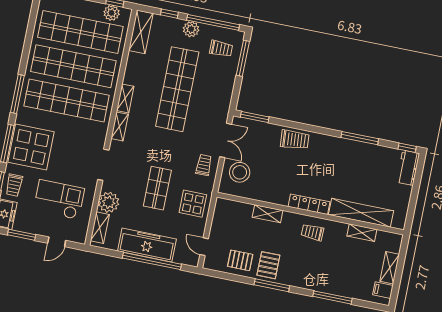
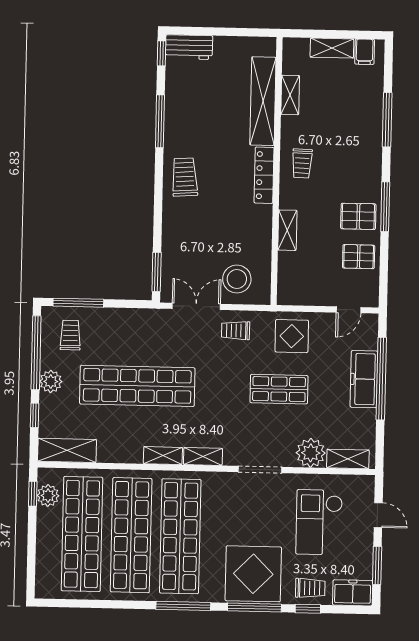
trolley: (295, 140) -> (185, 177), moved
freezer: (147, 245) -> (364, 379), width x0.73, depth x0.79
pallet: (240, 260) -> (359, 257), turned 90

